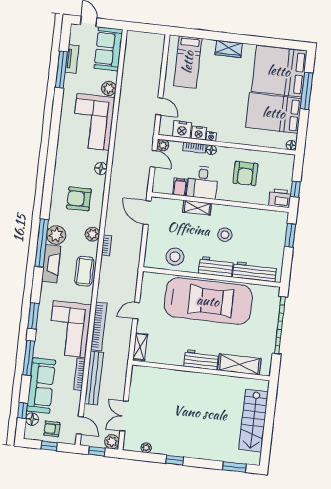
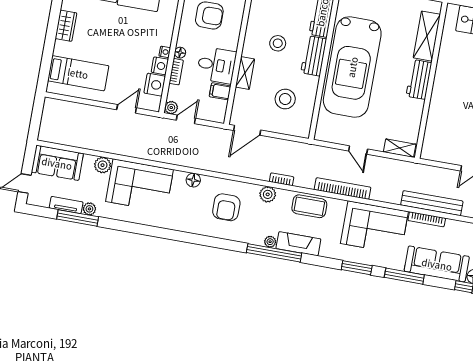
plant: (70, 79) -> (89, 209), added
plant: (56, 235) -> (270, 242), width x0.53, depth x0.53
stool: (175, 257) -> (285, 99), moved
car: (208, 301) -> (352, 67), turned 180
bookcase: (99, 326) -> (343, 188), moved

